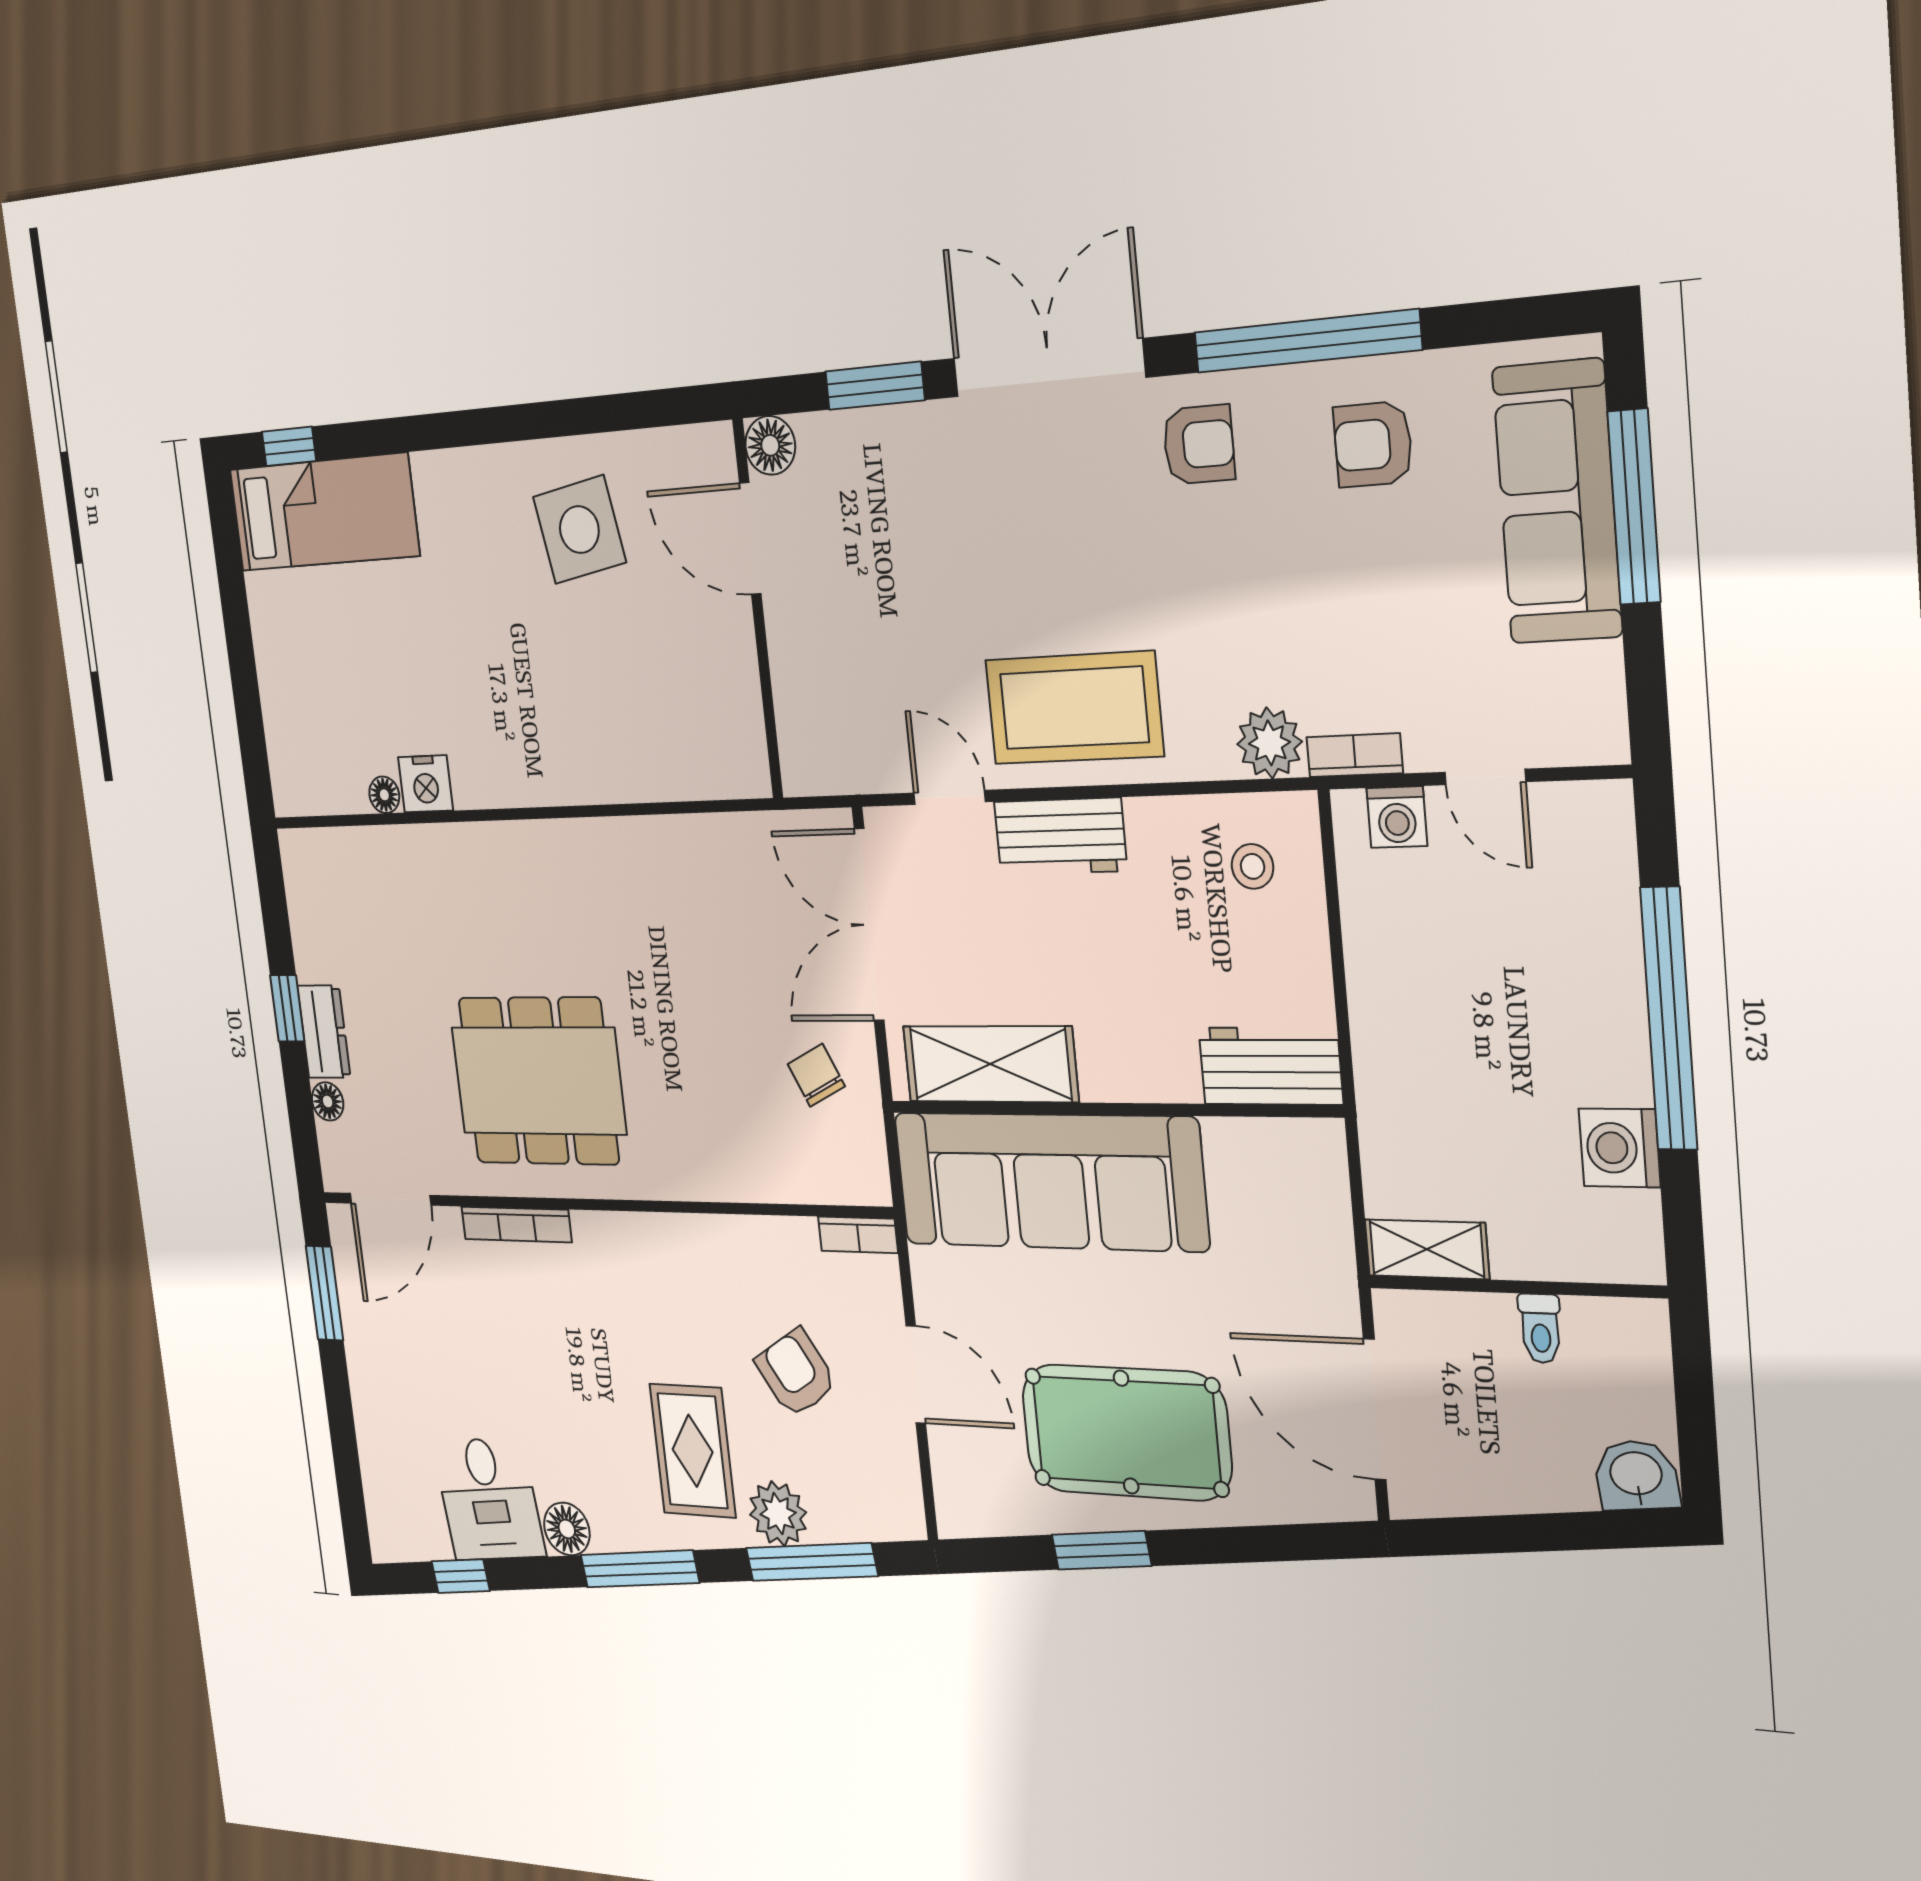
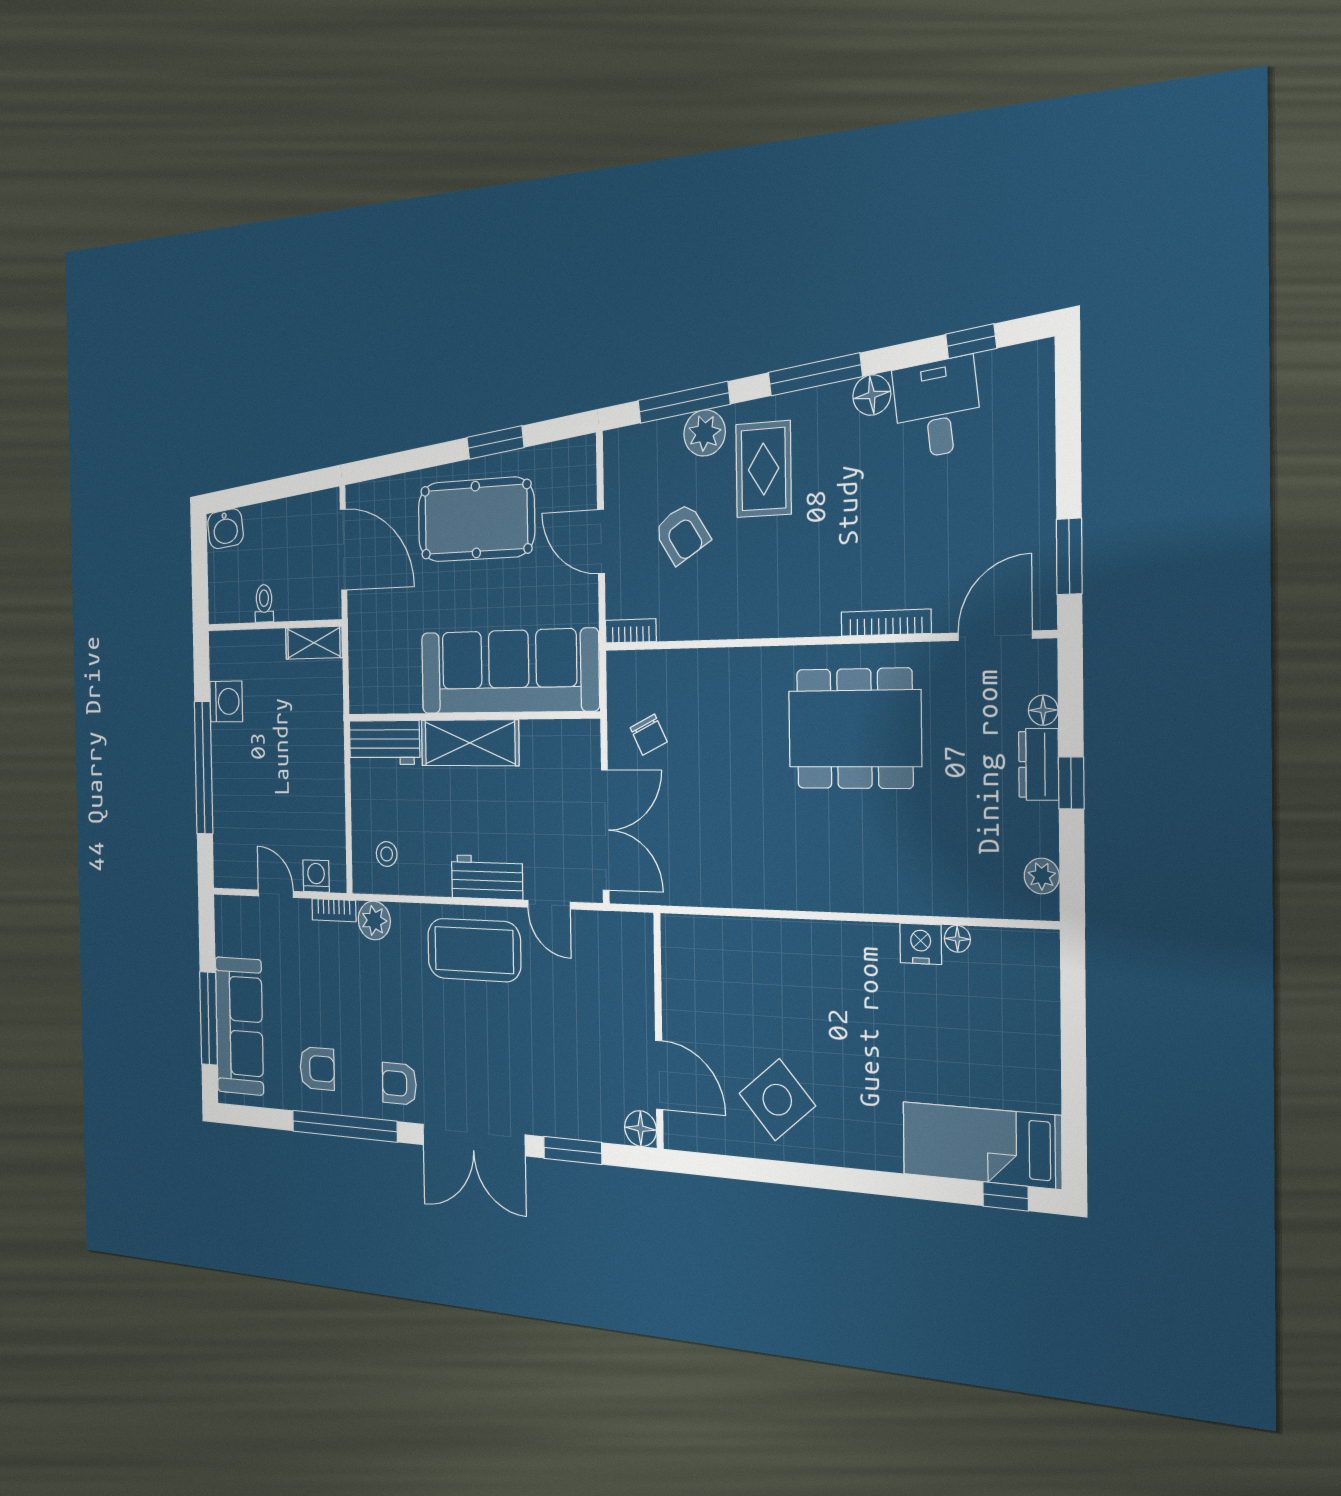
side table: (579, 530) -> (777, 1100), turned -31
plant: (303, 887) -> (1042, 876), added
shelving: (990, 1064) -> (470, 743), moved

